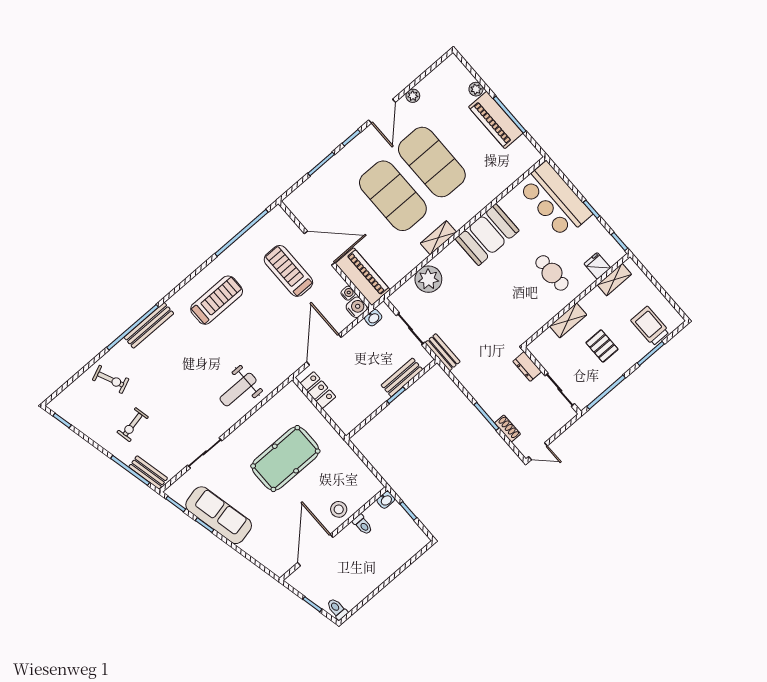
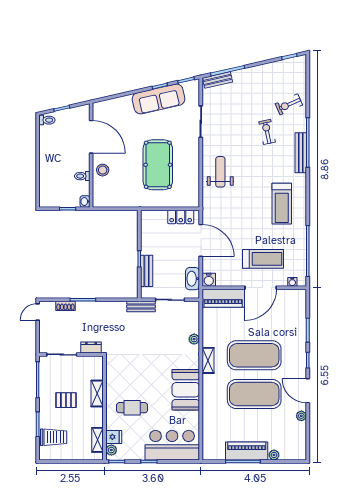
plant: (613, 257) -> (111, 450), added
plant: (428, 279) -> (194, 339), width x0.53, depth x0.53
water cooler: (348, 293) -> (292, 282), moved
washbasin: (373, 318) -> (193, 279), width x1.91, depth x1.45
exercise bike: (133, 425) -> (267, 132), moved

